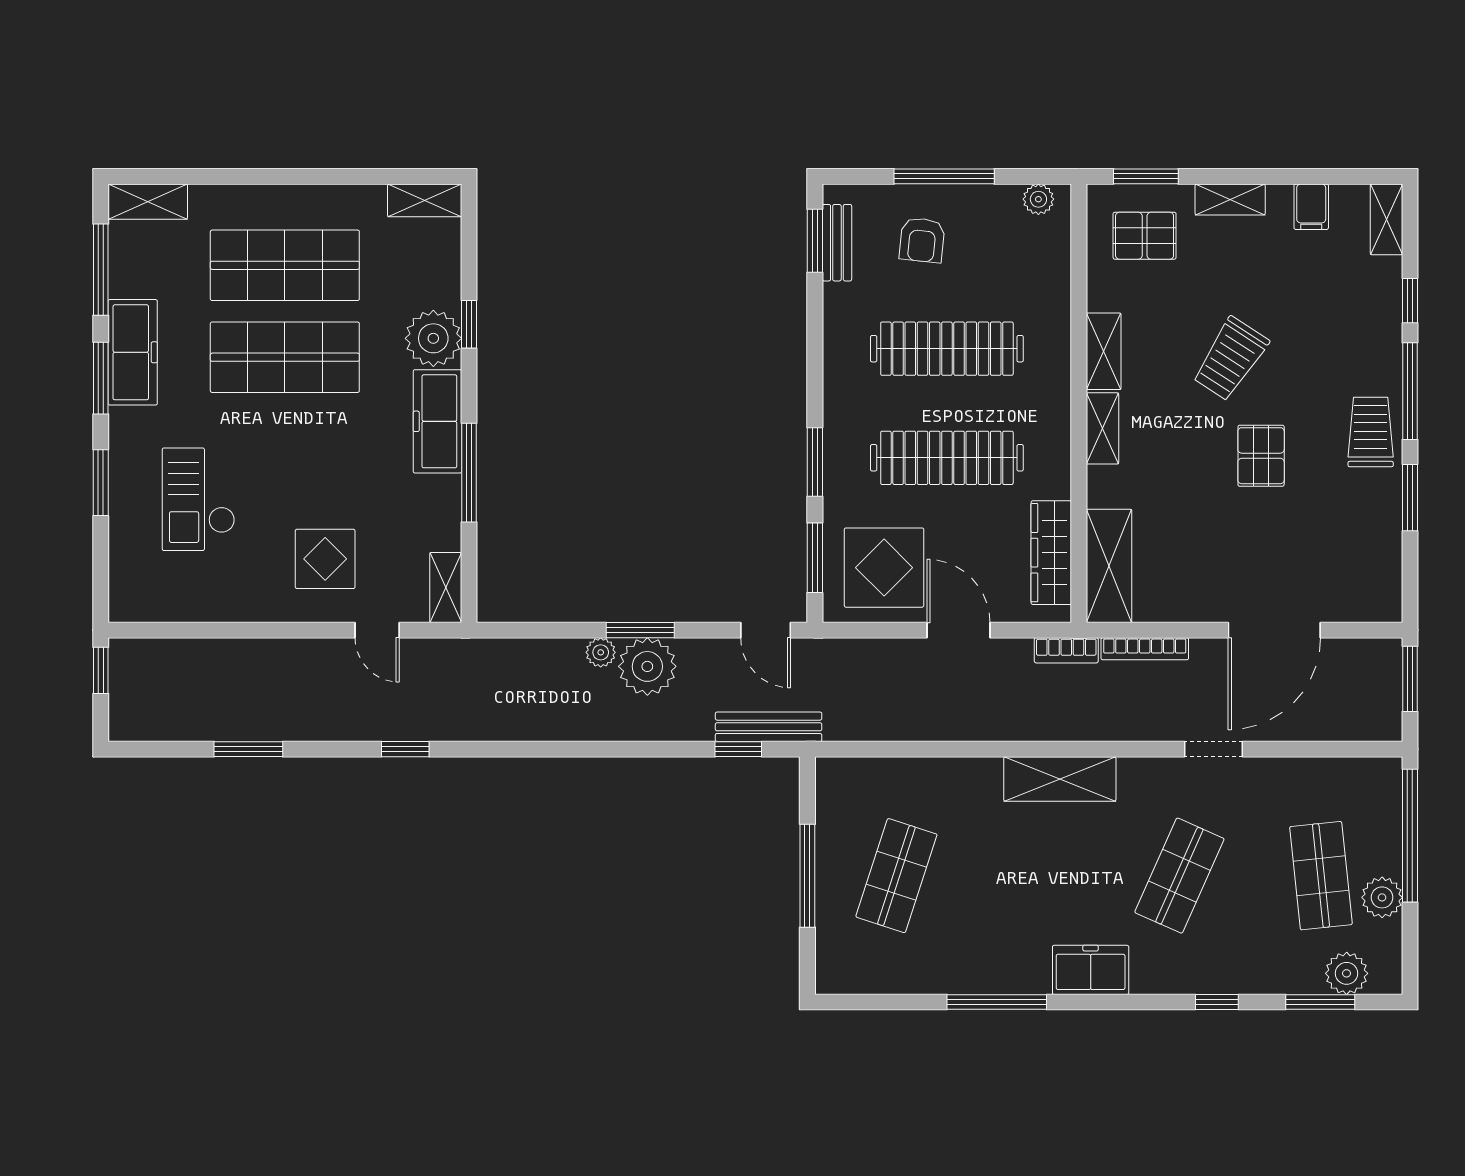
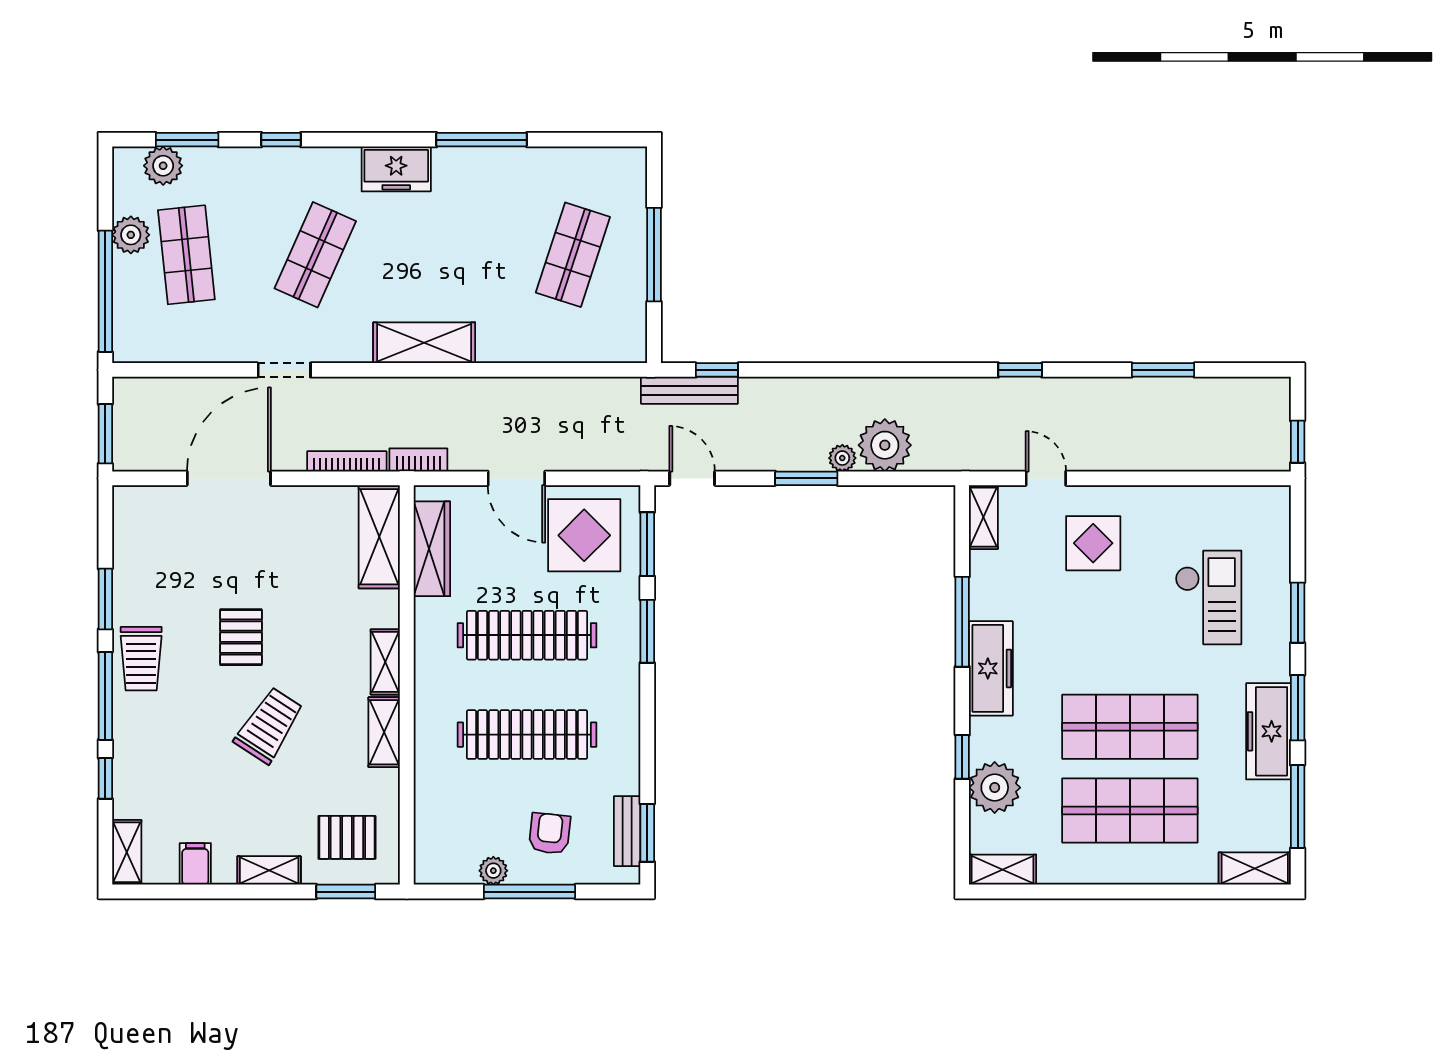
plant: (1038, 199) -> (493, 871), moved
plant: (433, 338) -> (995, 788), moved
plant: (647, 666) -> (885, 445), moved

